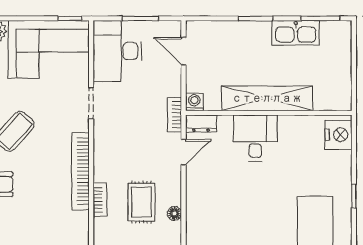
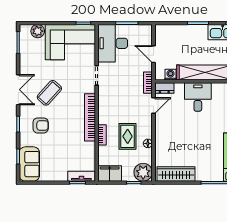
door: (184, 51) -> (153, 54), moved
washing machine: (194, 102) -> (171, 75), moved

